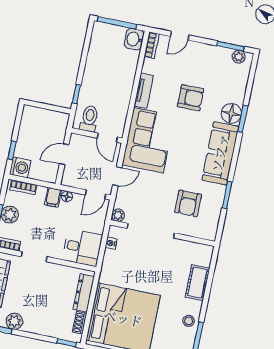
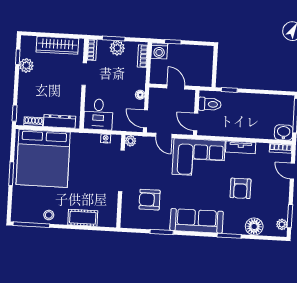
floor lamp: (231, 113) -> (254, 227), moved
door: (107, 138) -> (196, 122), hinge flipped
filing cabinet: (53, 197) -> (138, 83), removed

